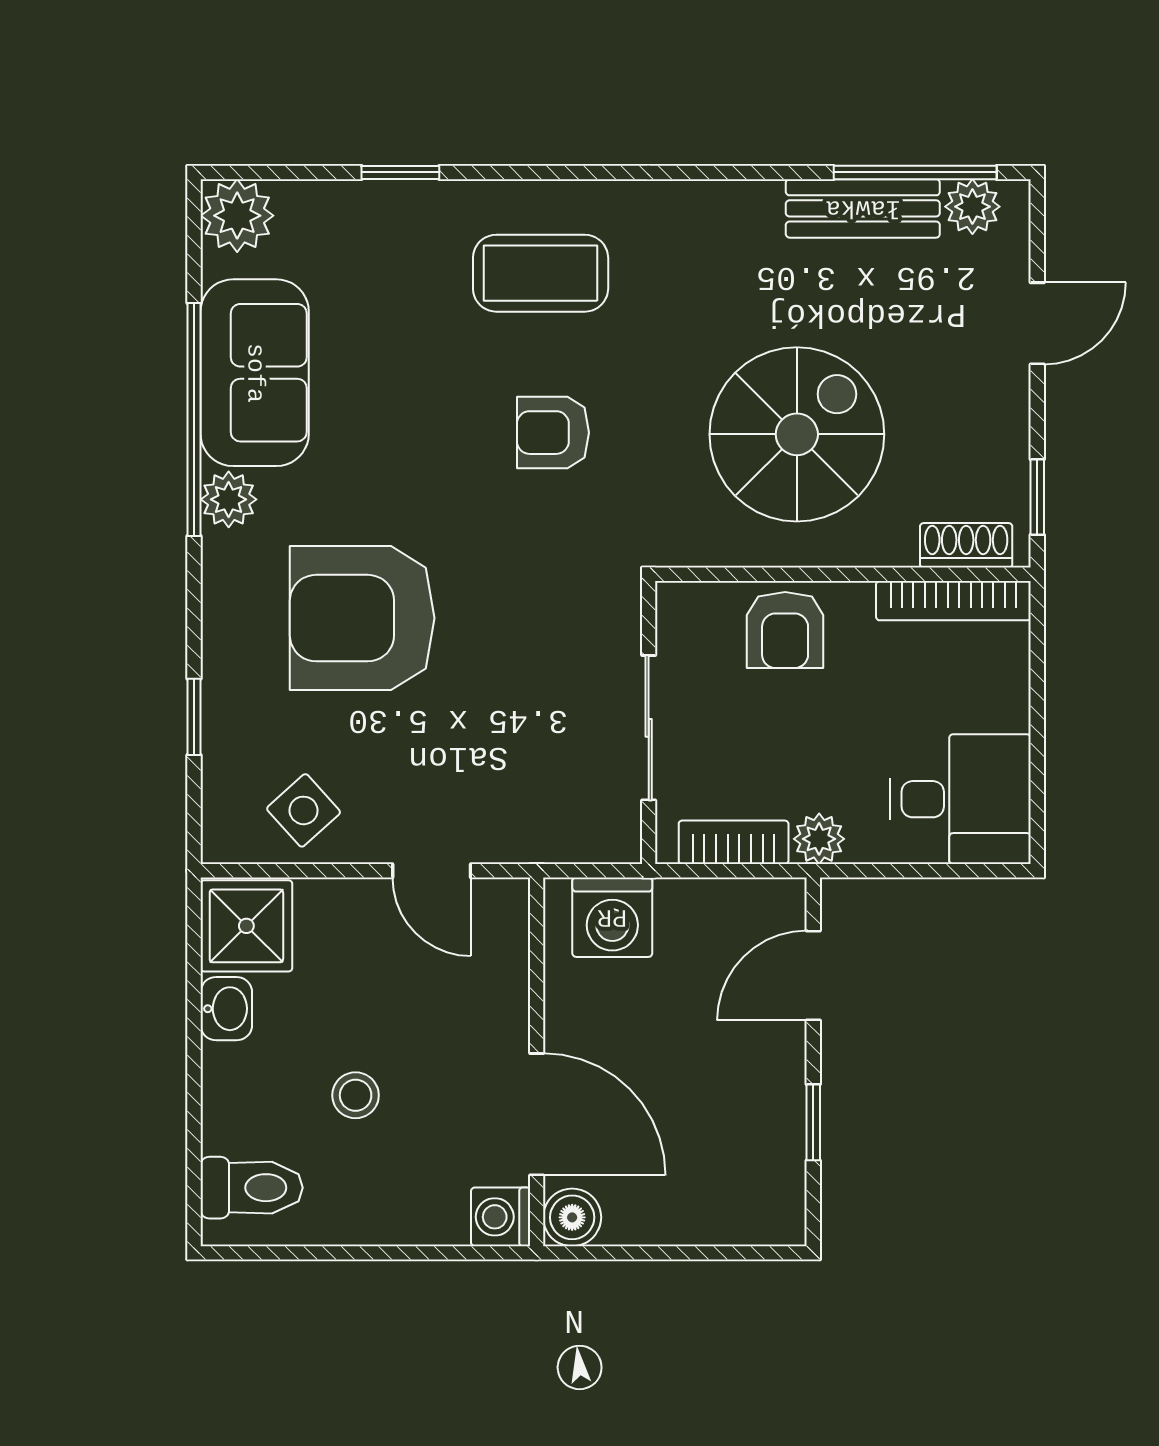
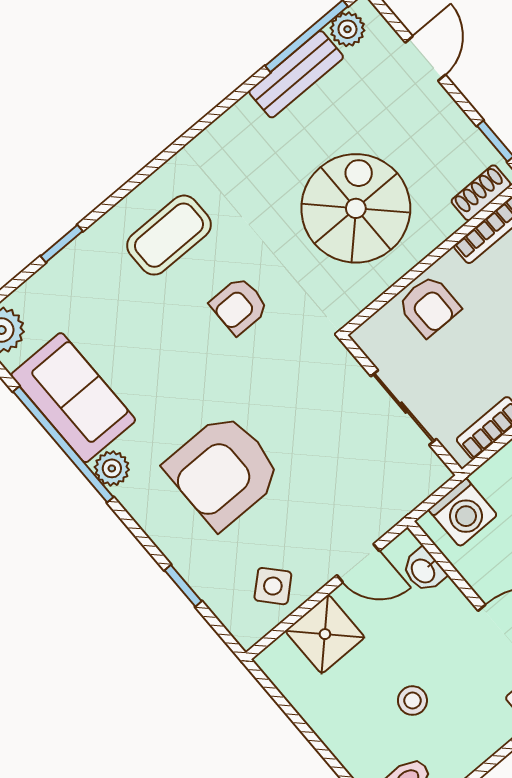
shower: (246, 926) -> (325, 634), moved
washbasin: (226, 1009) -> (424, 570), moved, turned 180

